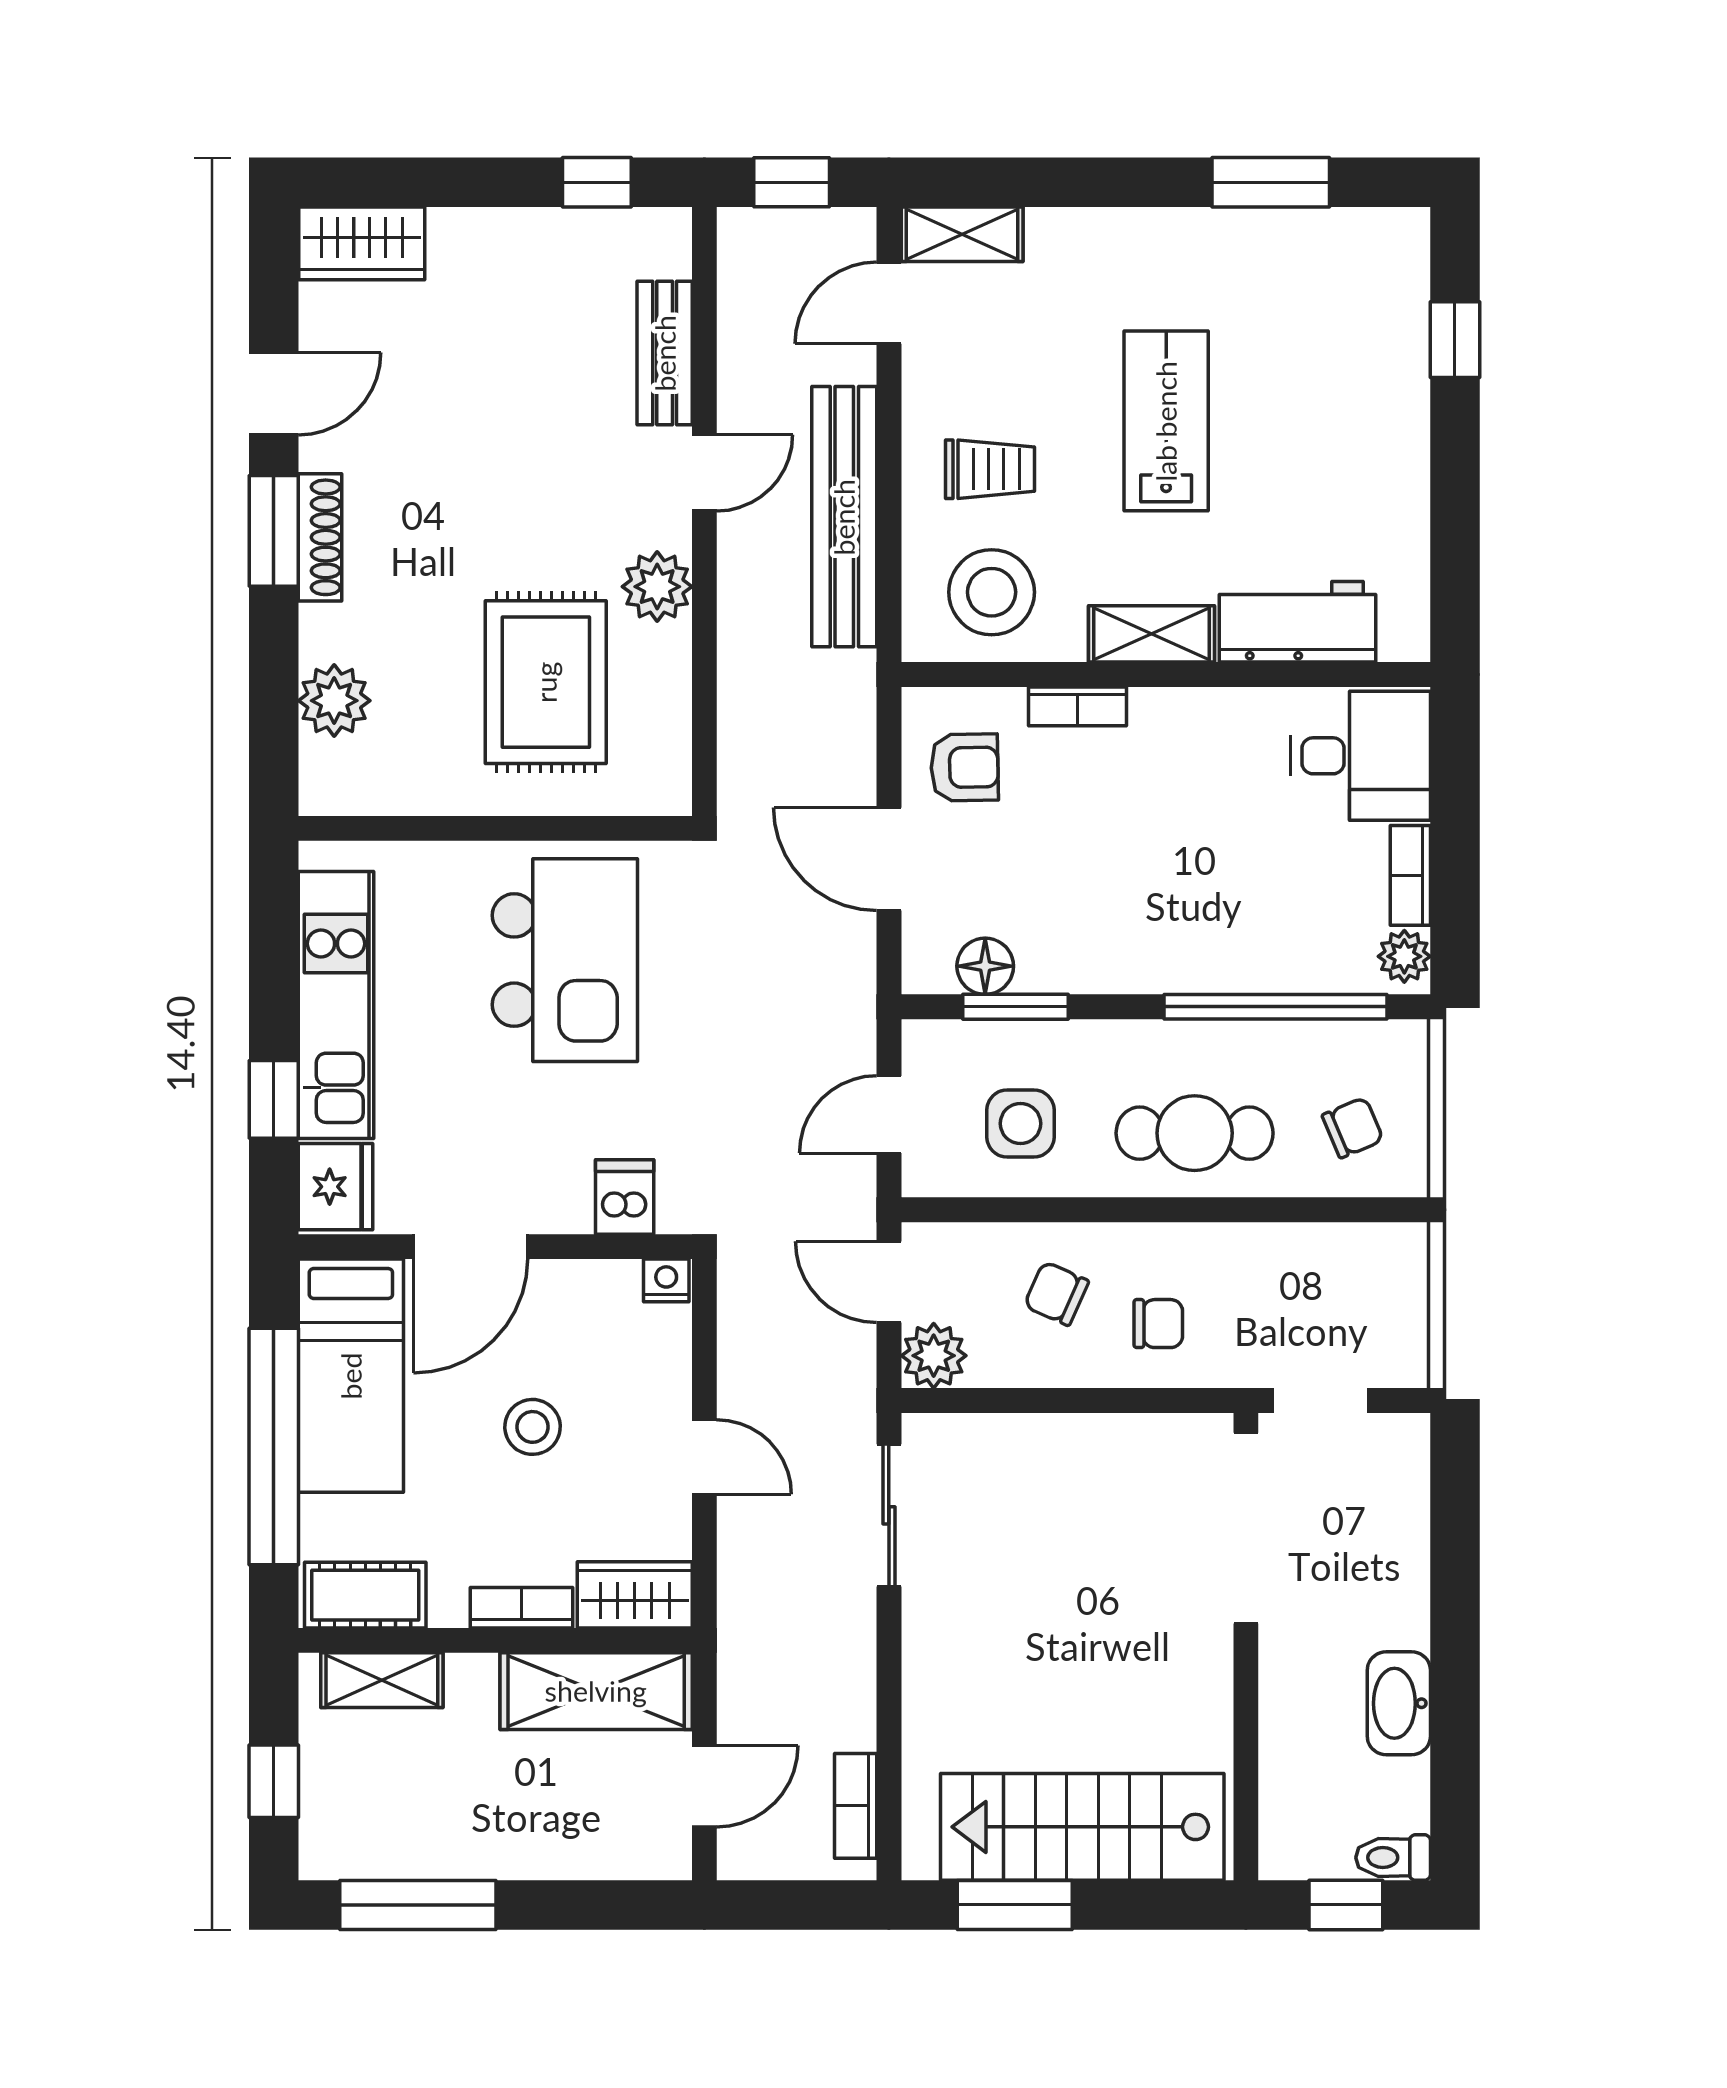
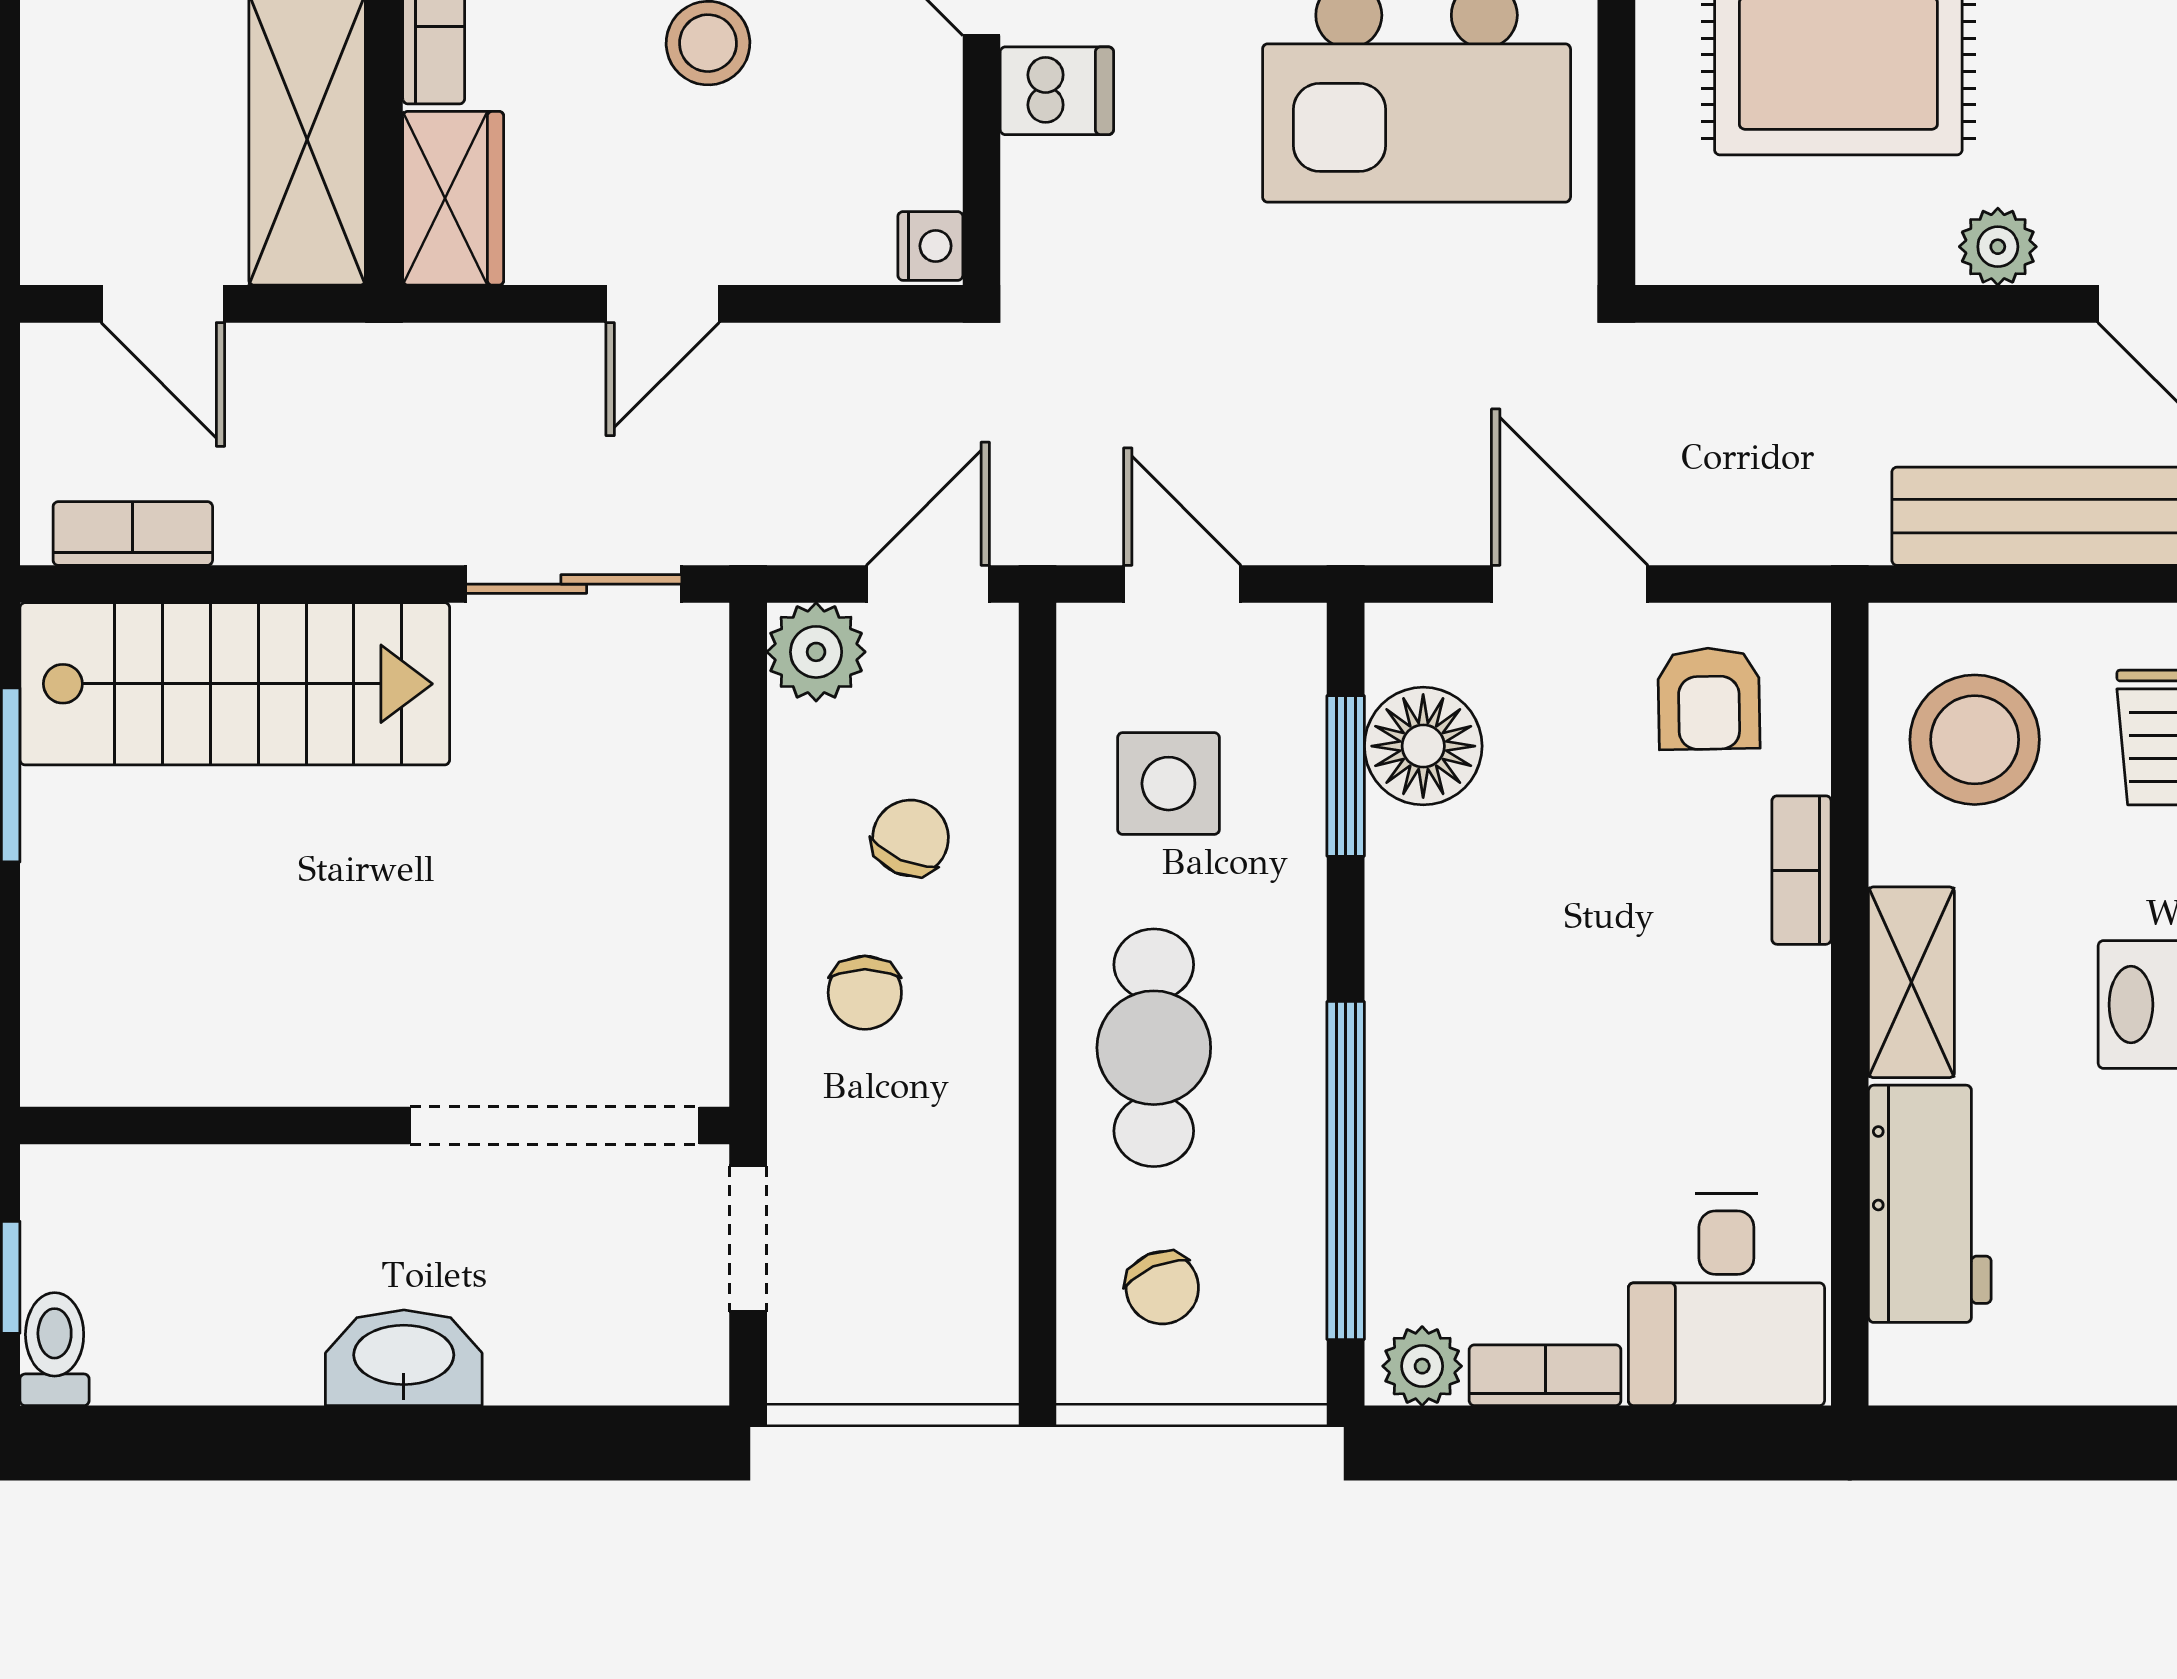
plant: (657, 587) -> (1998, 247), width x0.73, depth x0.73
door: (889, 859) -> (1570, 584), hinge flipped
floor lamp: (985, 966) -> (1423, 746), width x1.38, depth x1.38
dishwasher: (625, 1197) -> (1057, 91), moved
washbasin: (1399, 1703) -> (404, 1358), moved
stairs: (1082, 1827) -> (235, 684), moved, turned 90

